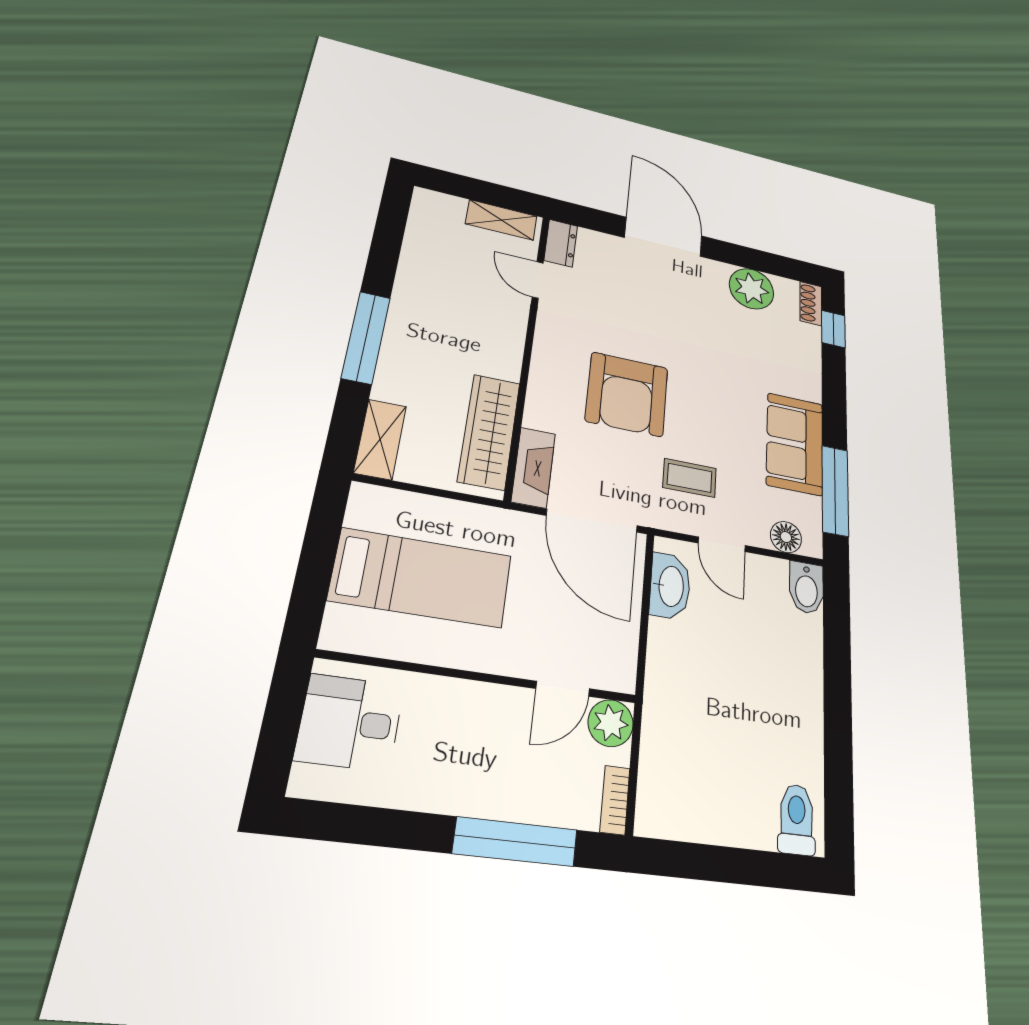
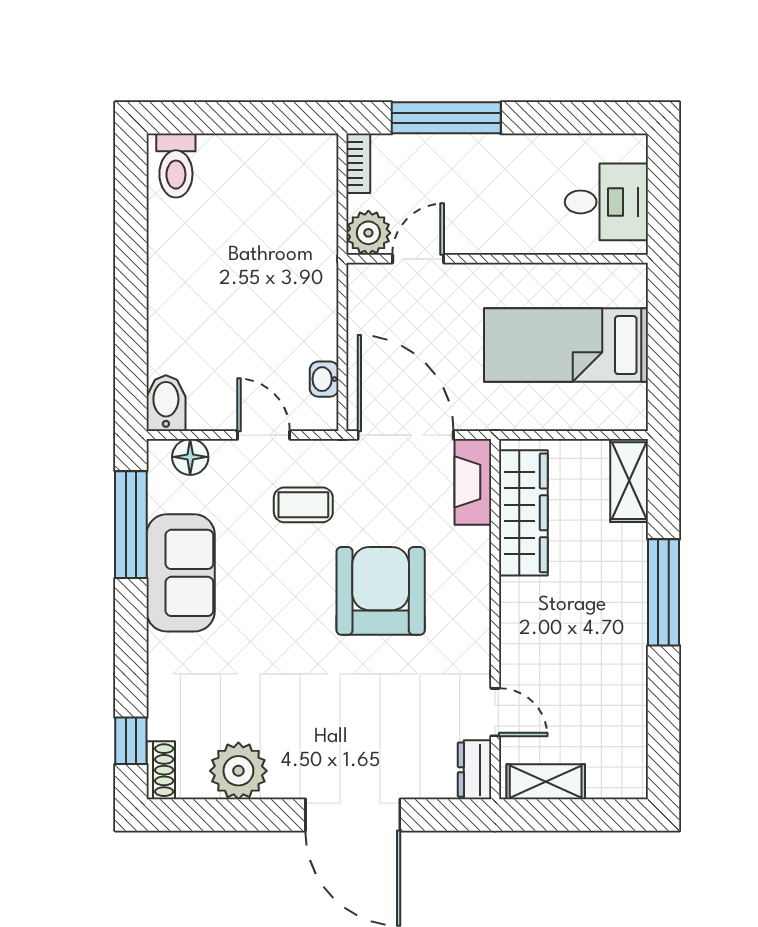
washbasin: (670, 586) -> (324, 379), width x0.52, depth x0.69

